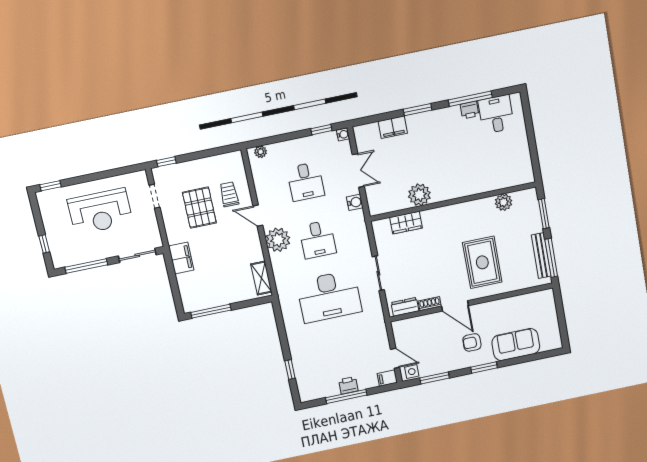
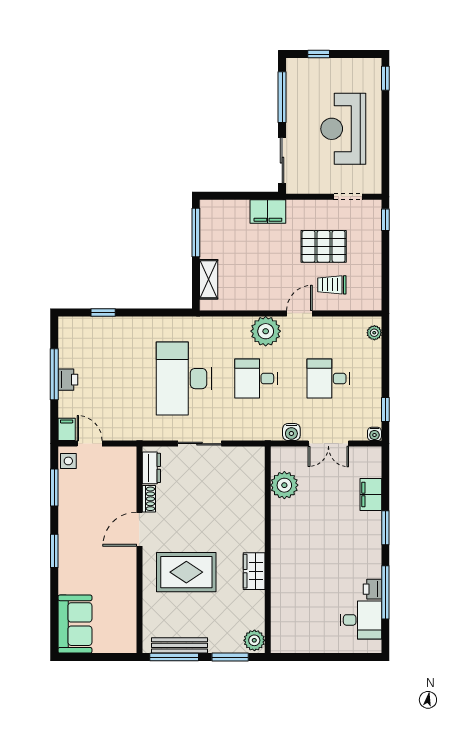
trolley: (229, 194) -> (332, 285), turned 180
plant: (419, 195) -> (284, 485), moved
plant: (504, 202) -> (254, 640), moved
wardrobe: (406, 223) -> (254, 571), moved
shelving: (261, 278) -> (209, 279), moved, turned 90
armchair: (472, 342) -> (89, 542), removed
sofa: (516, 345) -> (75, 624), moved
door: (395, 358) -> (90, 444), swing flipped

